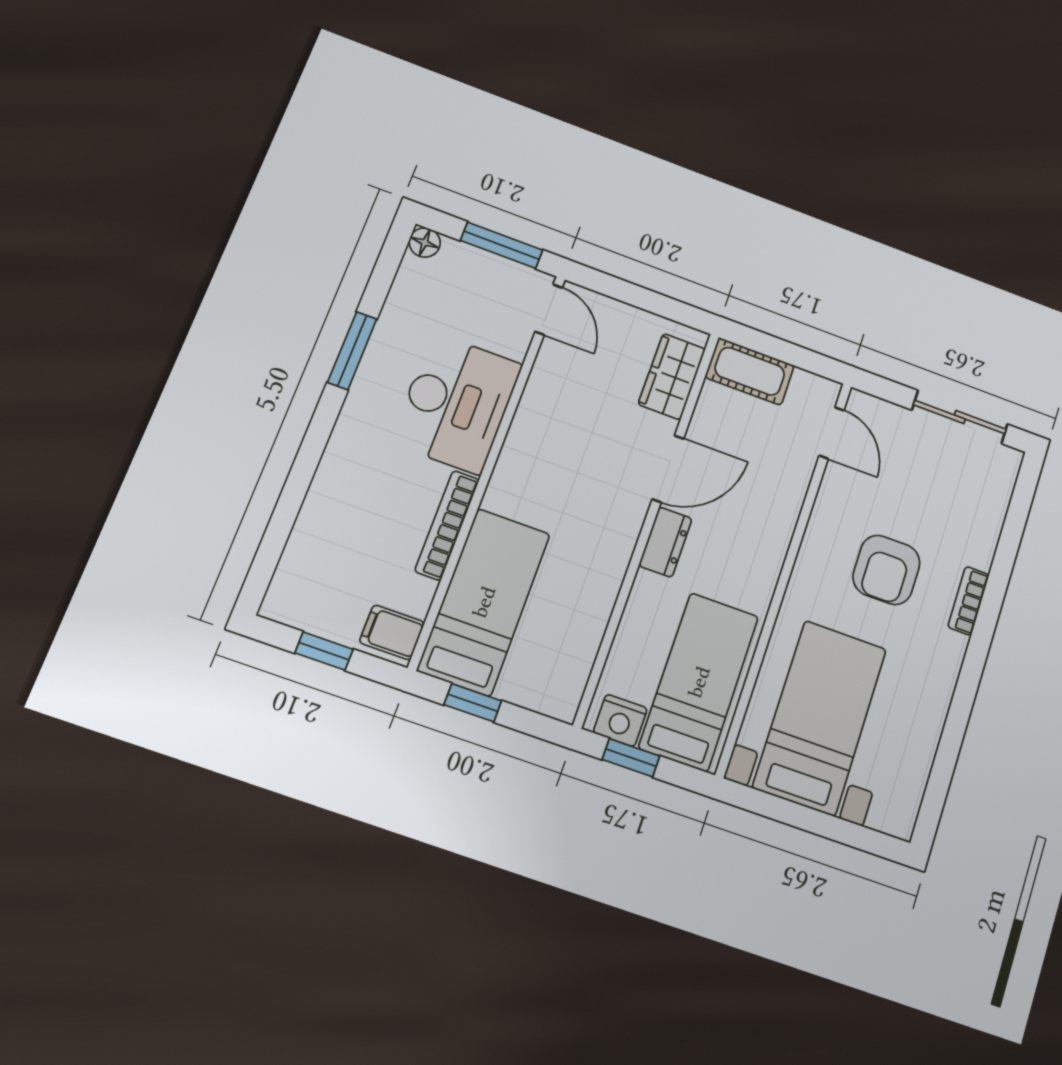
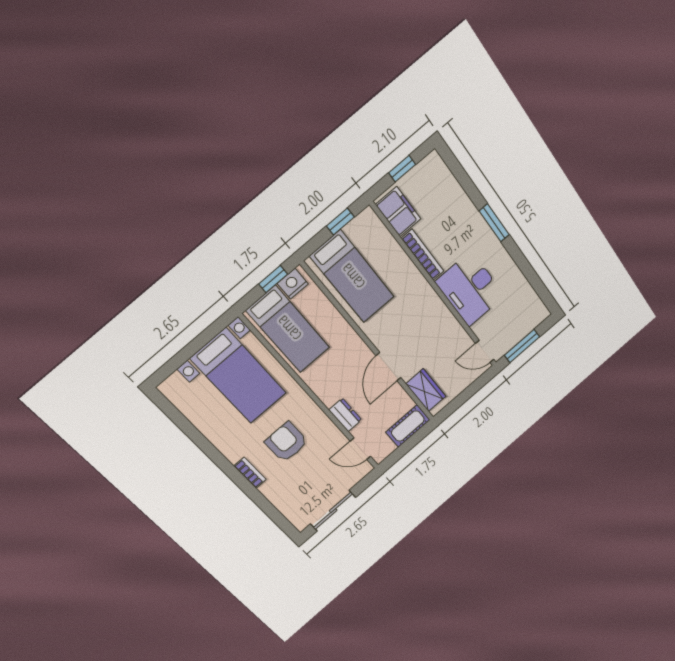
floor lamp: (425, 243) -> (542, 313), removed
window: (352, 351) -> (494, 223), moved
dresser: (666, 542) -> (345, 415), moved, turned 180
bed: (484, 602) -> (352, 277), moved
filing cabinet: (392, 632) -> (398, 212), width x2.00

